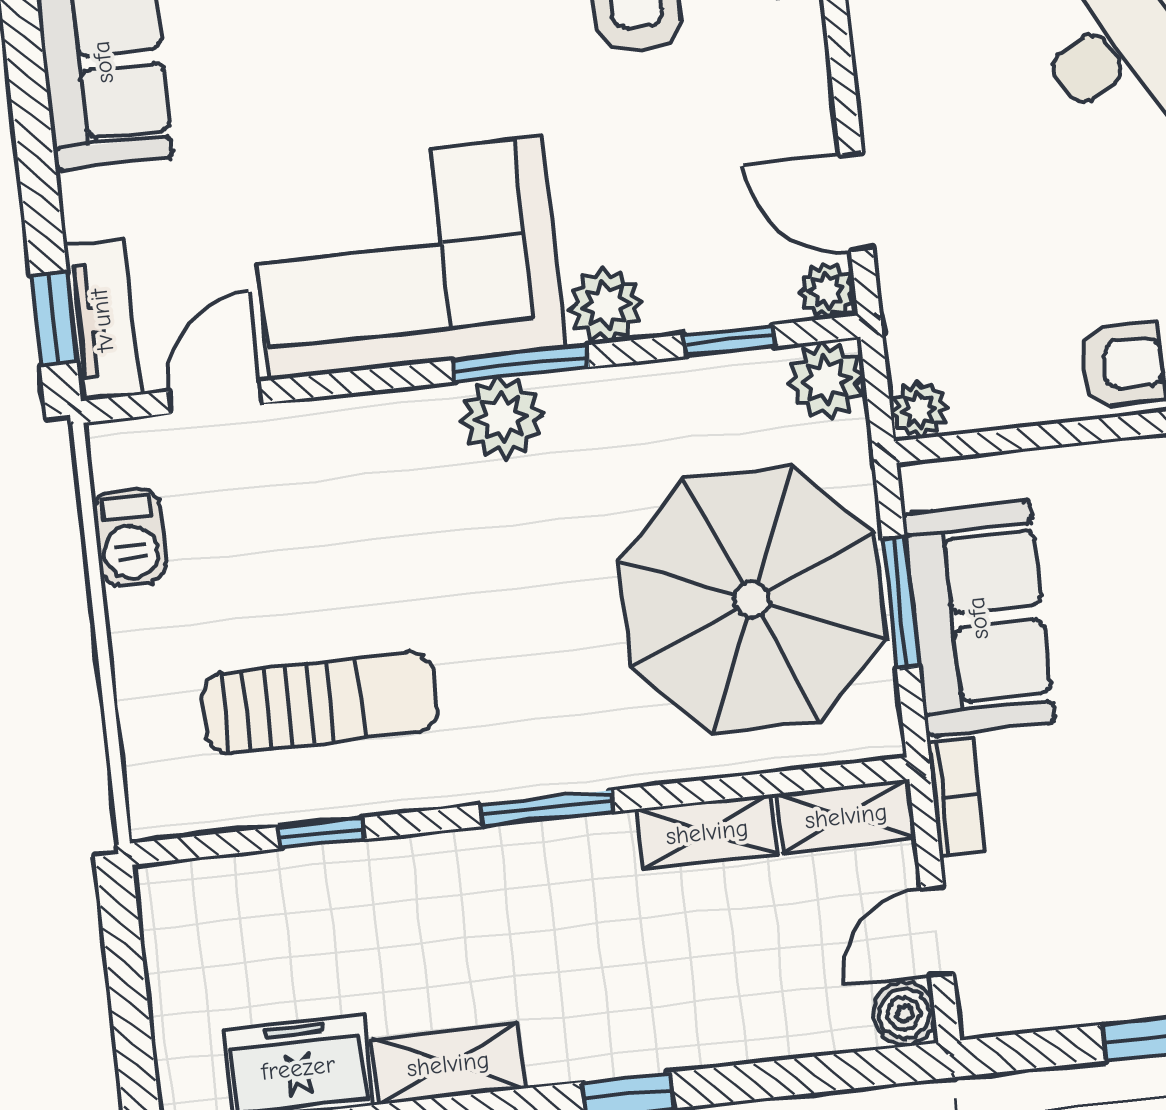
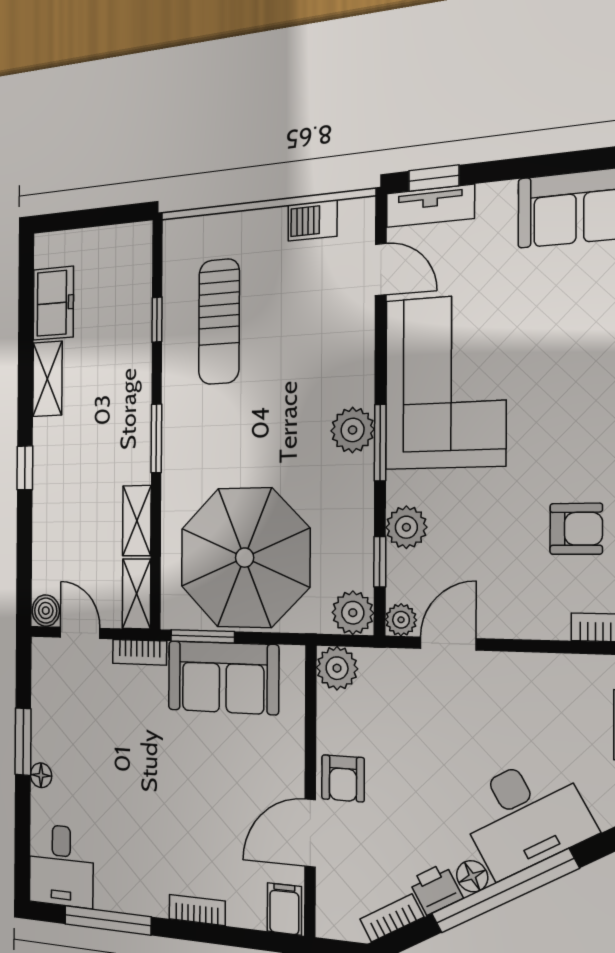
plant: (606, 306) -> (406, 527), moved
plant: (919, 410) -> (337, 668), width x1.38, depth x1.38
window: (901, 603) -> (202, 636), moved

